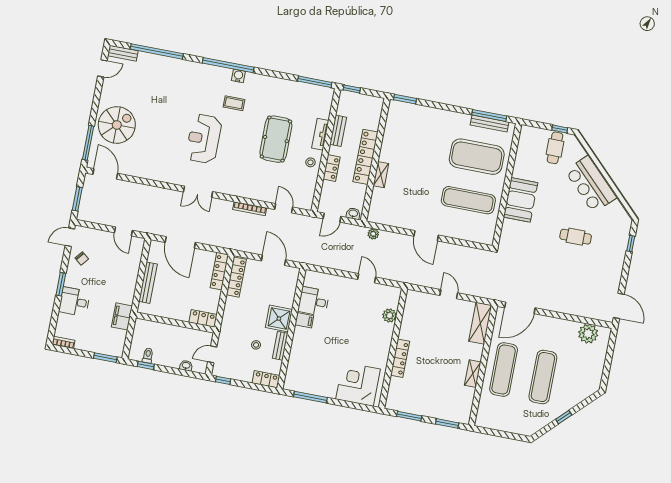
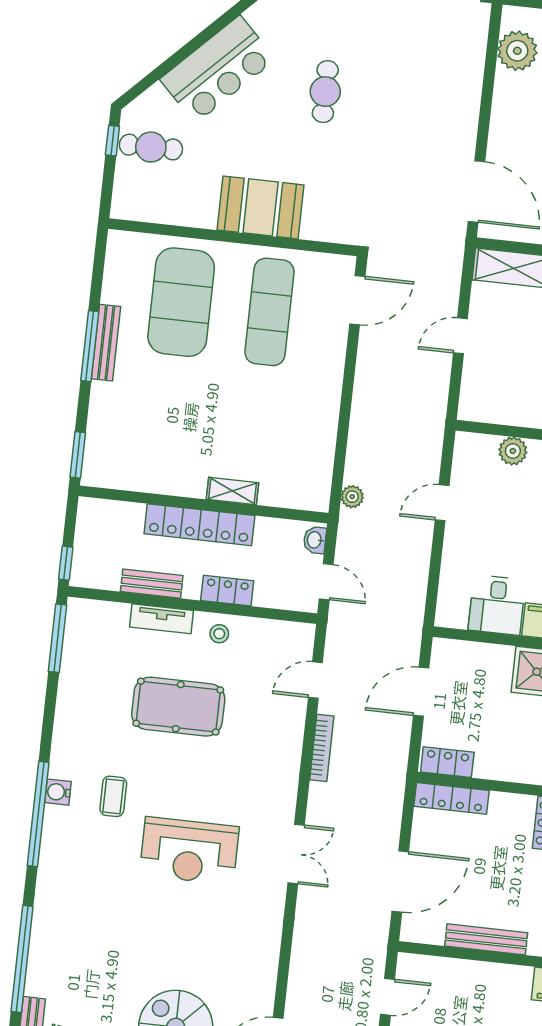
window: (489, 115) -> (90, 346), moved
bench: (490, 124) -> (106, 343), moved
door: (426, 236) -> (357, 300), moved
locker: (236, 277) -> (447, 762), width x0.66

